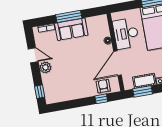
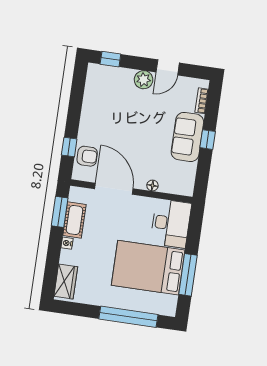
window: (69, 16) -> (208, 140), width x0.46
desk: (126, 34) -> (171, 223), moved, turned 90

